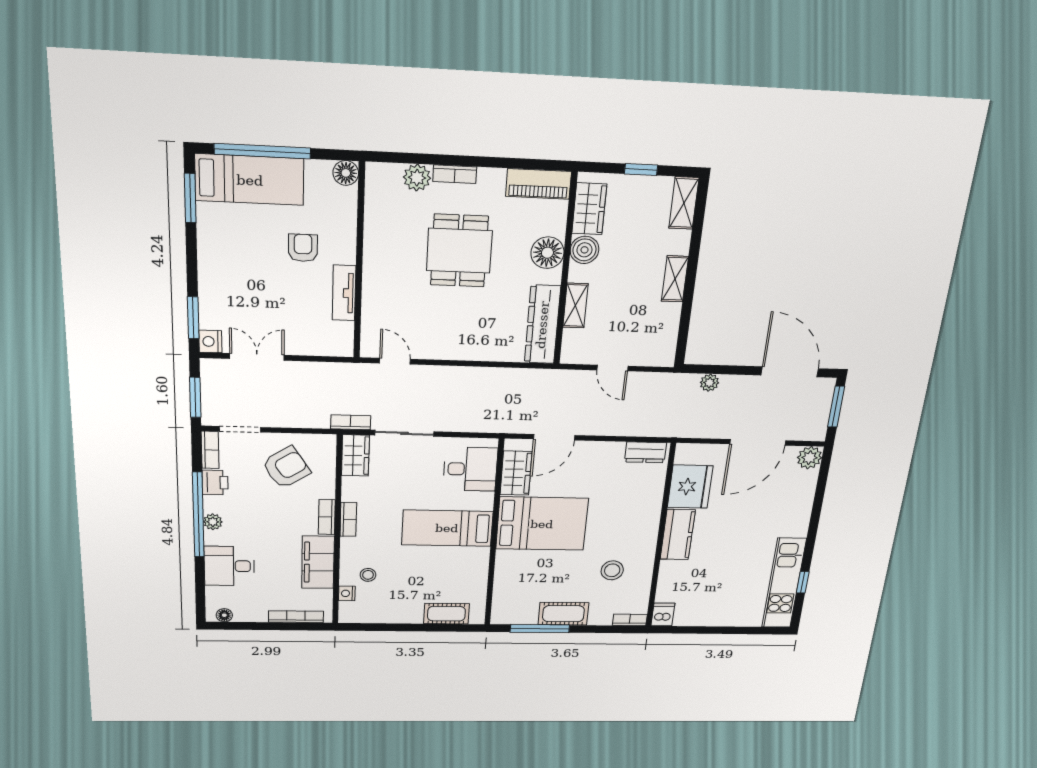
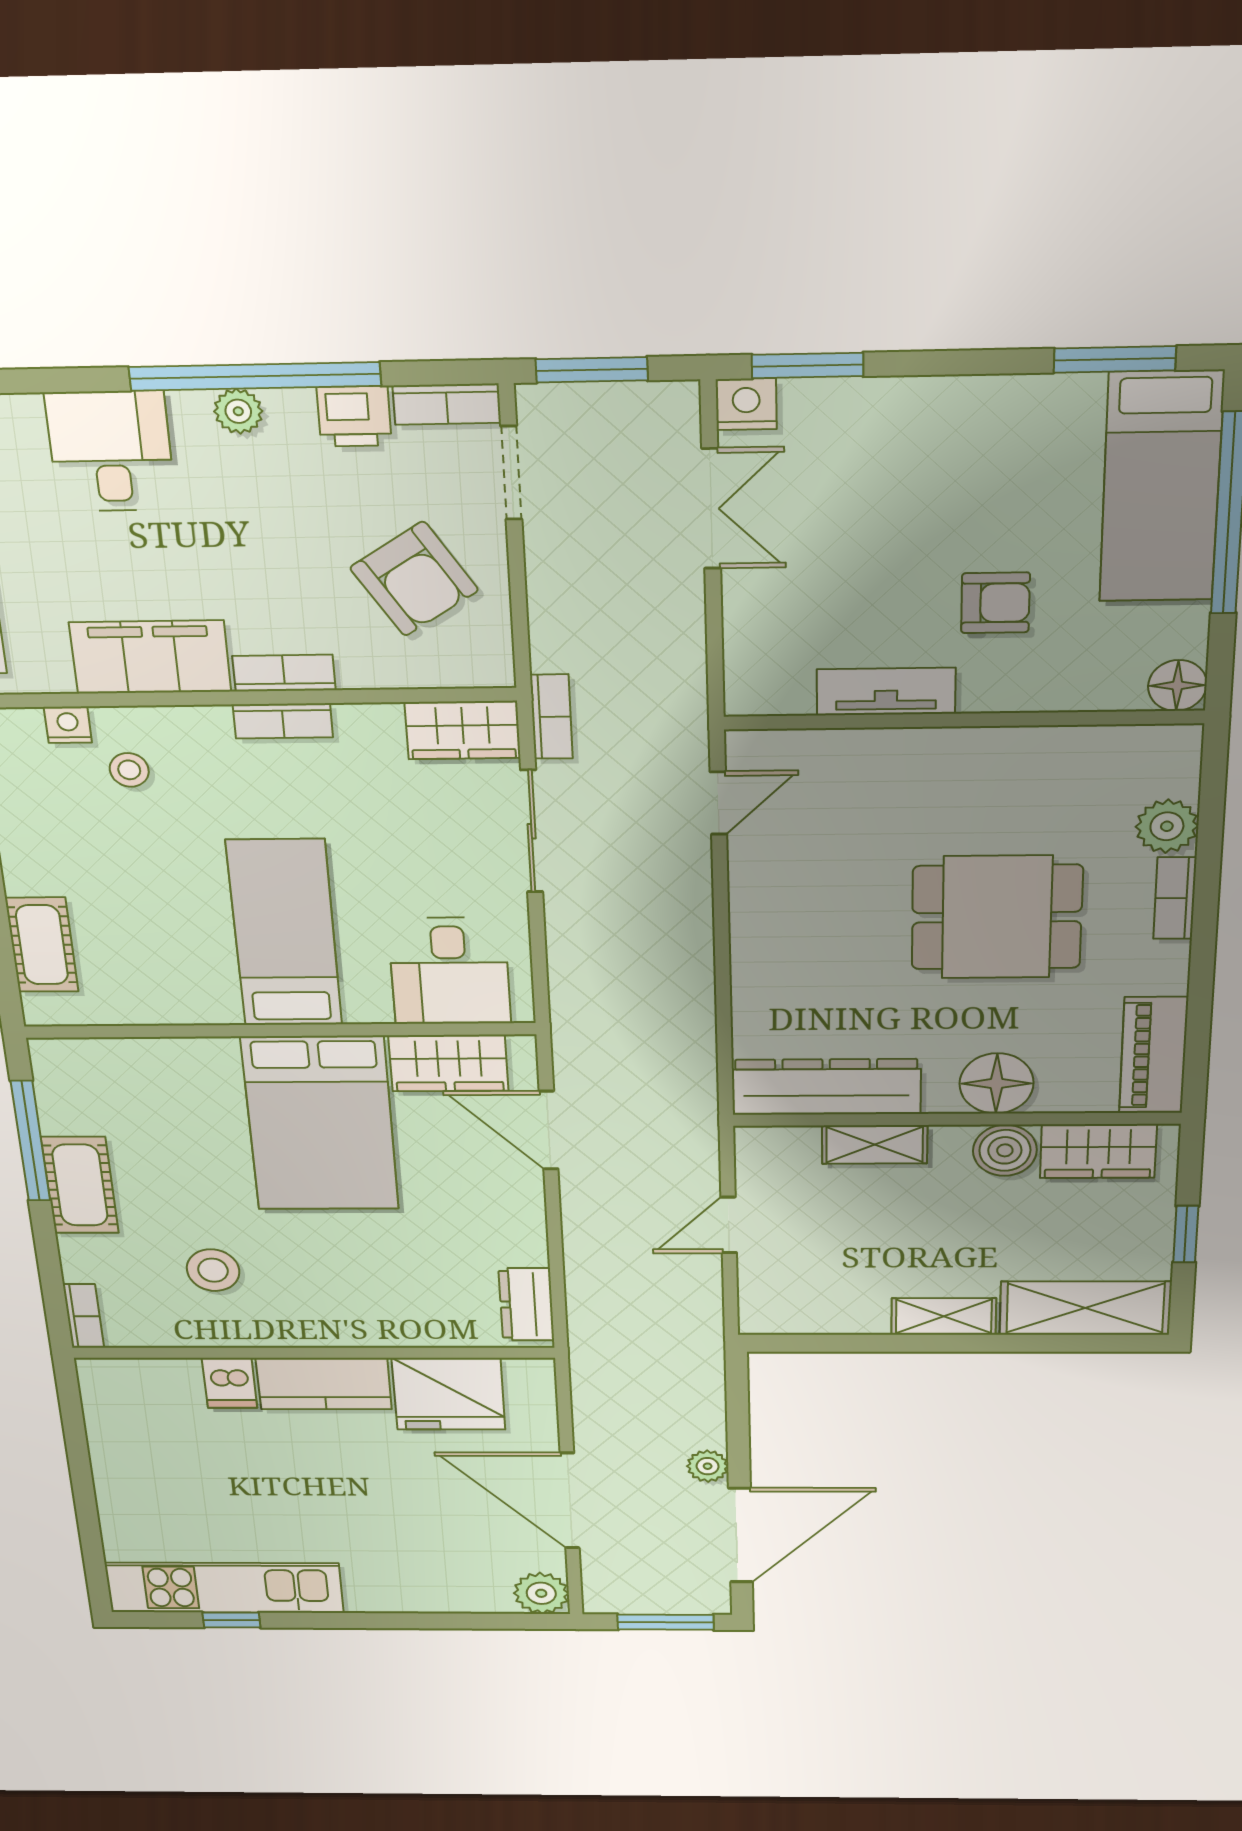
shelving: (684, 203) -> (1085, 1308), width x1.50, depth x1.33
plant: (709, 383) -> (708, 1466), moved
dishwasher: (663, 614) -> (230, 1383), moved, turned 90

